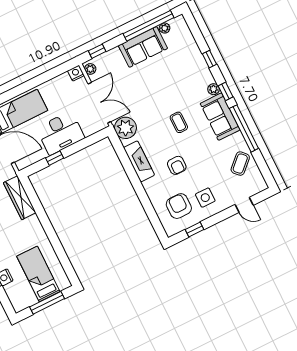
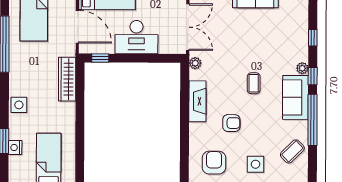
plant: (125, 128) -> (195, 63), width x0.53, depth x0.53
window: (55, 158) -> (100, 58), moved
armchair: (177, 165) -> (231, 123), turned -90
side table: (205, 198) -> (256, 164), moved

